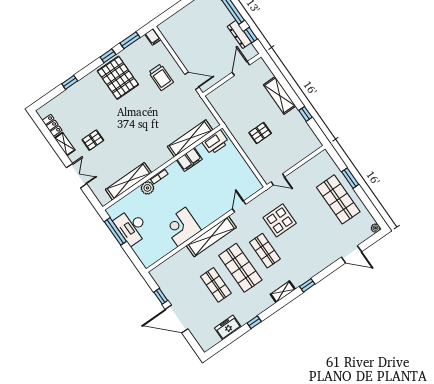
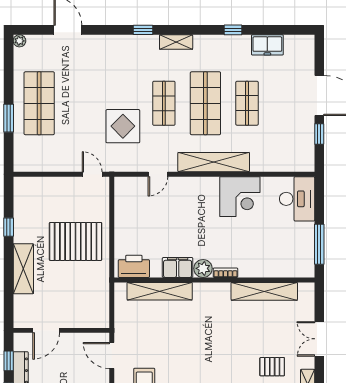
pallet: (260, 133) -> (76, 241), width x2.05, depth x2.00
plant: (147, 188) -> (203, 268), moved
desk: (132, 227) -> (297, 199), moved

